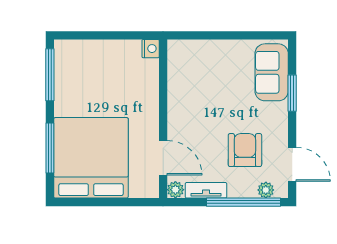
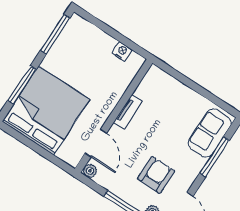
nightstand: (151, 49) -> (122, 51), moved, turned -90
window: (292, 93) -> (215, 157), width x1.44
tv unit: (206, 190) -> (128, 112), moved, turned 90

